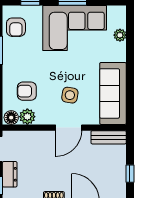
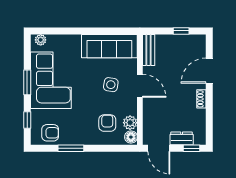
plant: (120, 35) -> (41, 40), moved
armchair: (27, 91) -> (107, 123), turned 180

